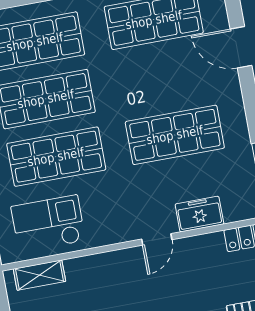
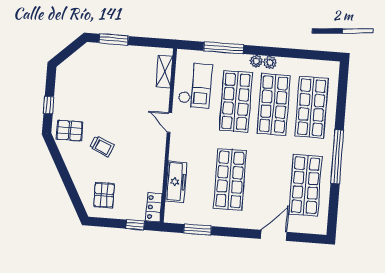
freezer: (199, 214) -> (176, 182), width x1.40
door: (157, 239) -> (169, 122), moved

